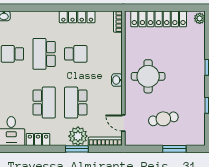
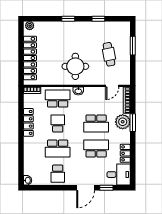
school desk: (107, 54) -> (58, 98), added

